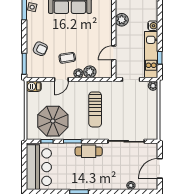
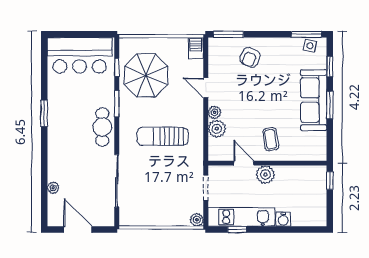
plant: (122, 20) -> (265, 175), moved
coffee table: (67, 58) -> (271, 139), moved

